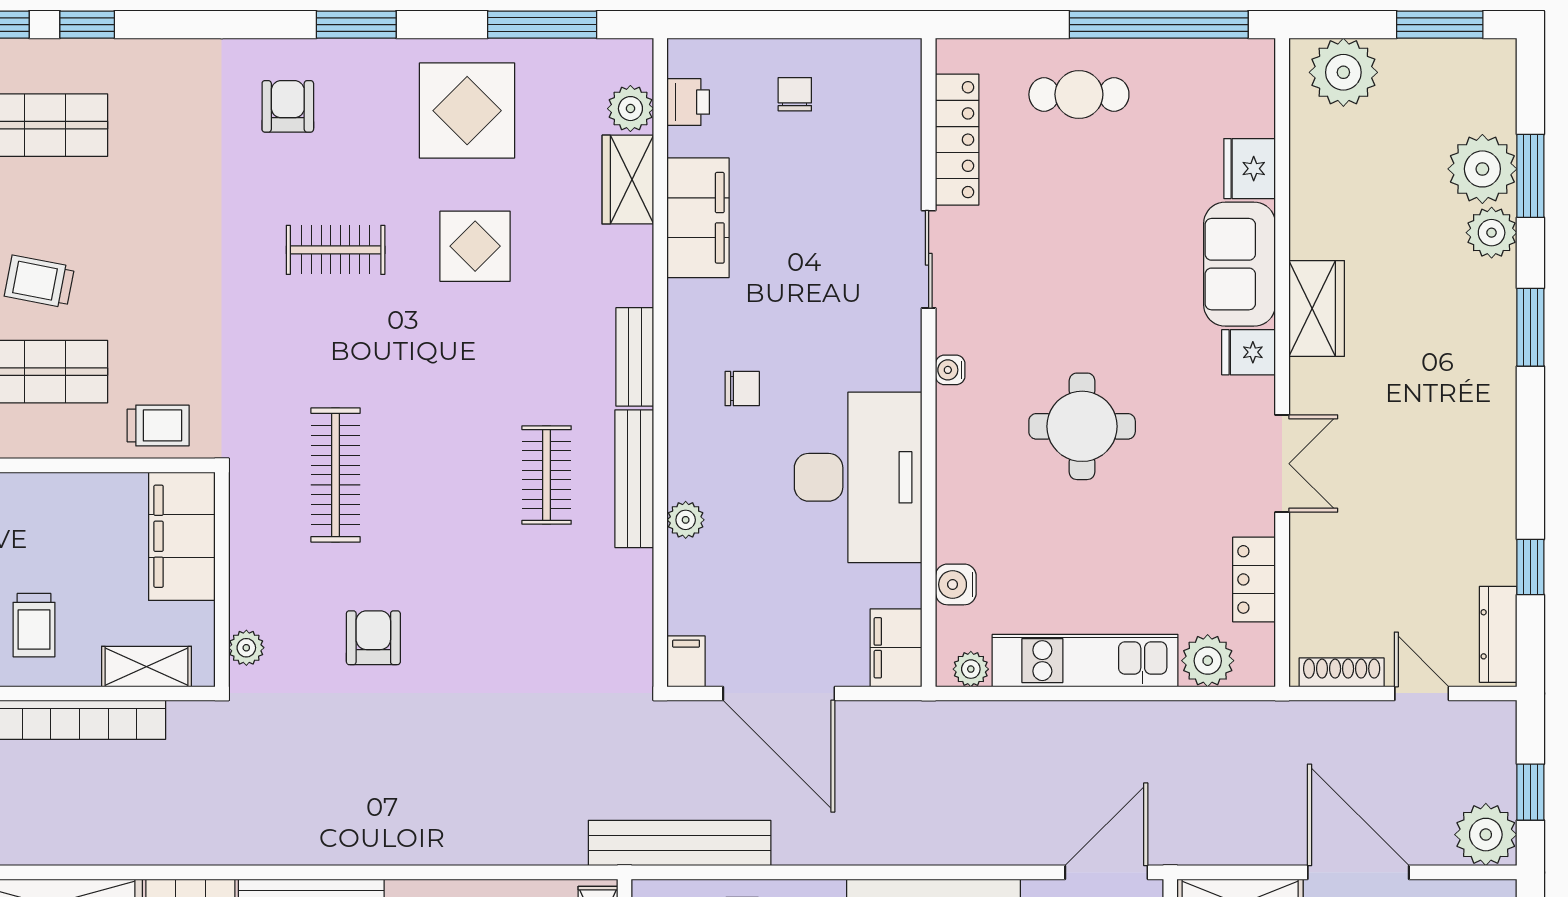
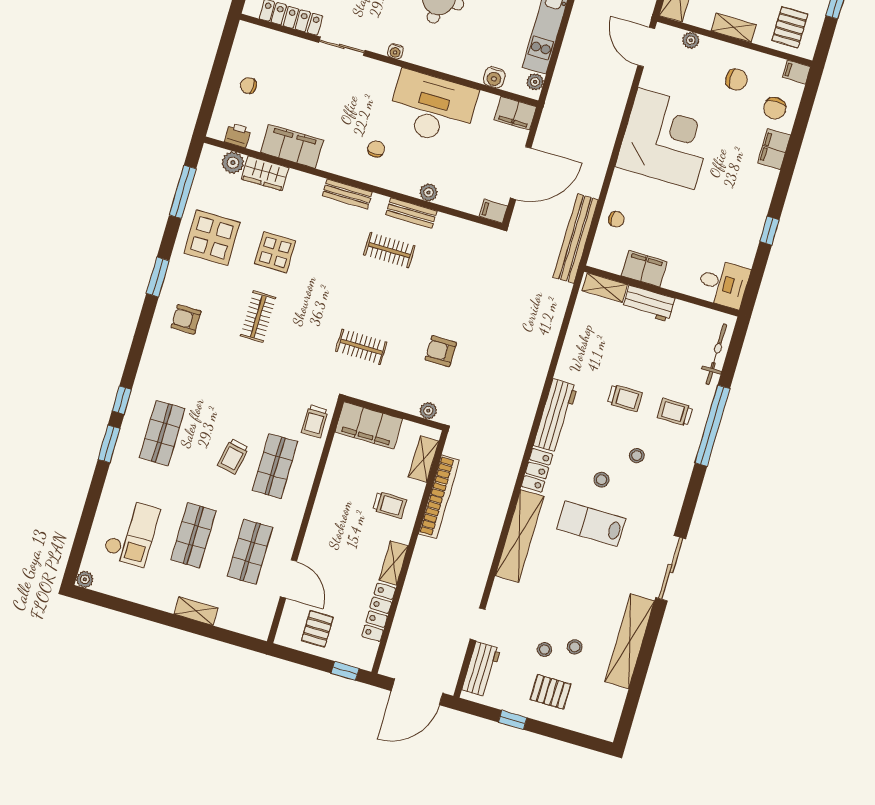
trolley: (158, 425) -> (315, 421), turned 180
clothes rail: (336, 475) -> (361, 347), width x0.73
bench: (634, 479) -> (411, 213), width x0.73

